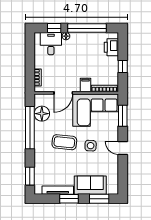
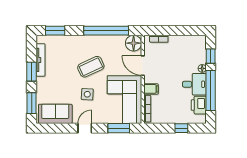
desk: (51, 44) -> (194, 84), moved
printer: (111, 47) -> (199, 105), moved, turned -90
window: (123, 66) -> (181, 128), moved
floor lamp: (42, 114) -> (134, 43), moved
coffee table: (64, 142) -> (91, 67), turned 59
sofa: (90, 185) -> (55, 114), moved, turned -90

